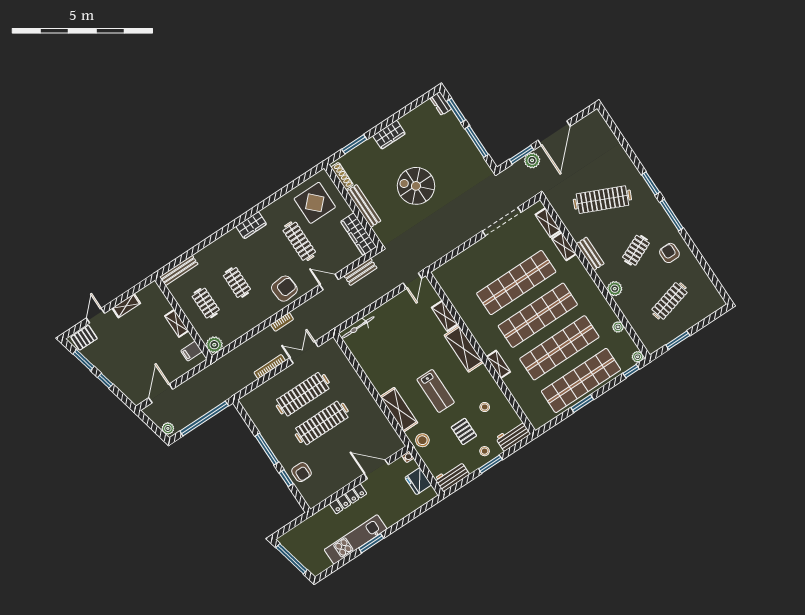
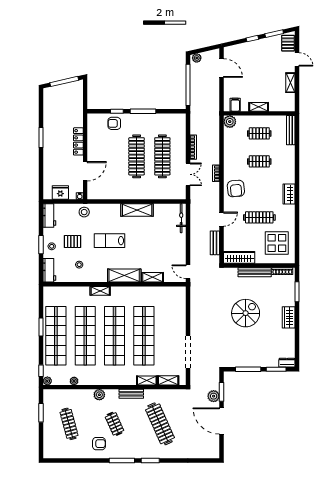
clothes rail: (602, 200) -> (160, 424), turned -48
shelving: (399, 410) -> (137, 210), moved
kitchen unit: (356, 539) -> (50, 129), removed

